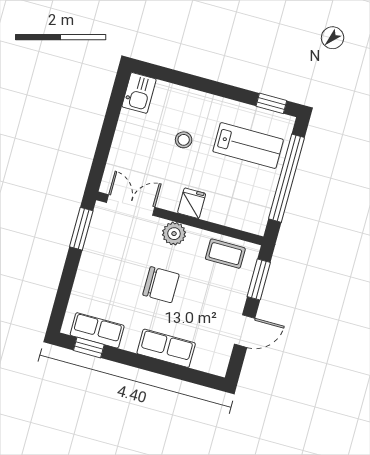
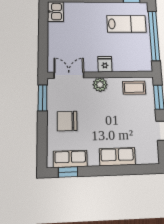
stool: (184, 140) -> (89, 30), removed
chair: (161, 285) -> (67, 121), moved, turned 180

